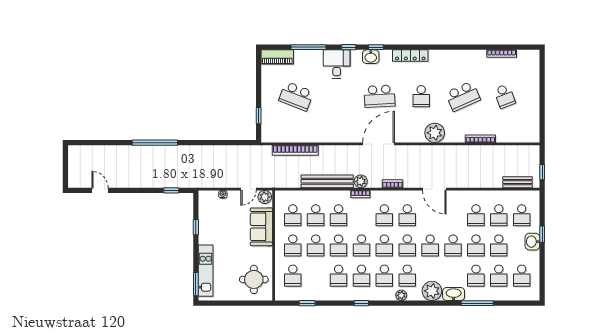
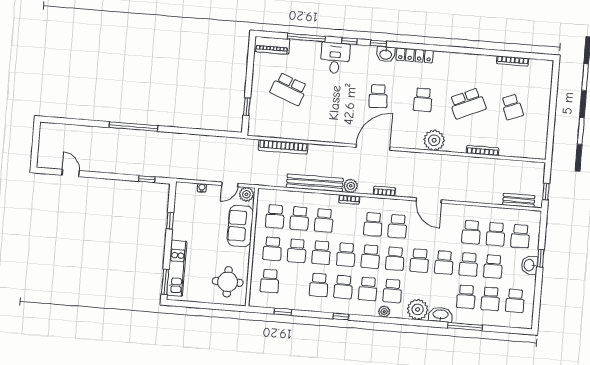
washbasin: (371, 57) -> (386, 54), moved
school desk: (379, 96) -> (378, 96), width x0.54

